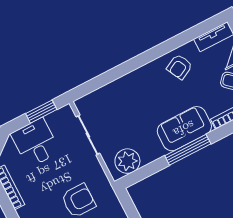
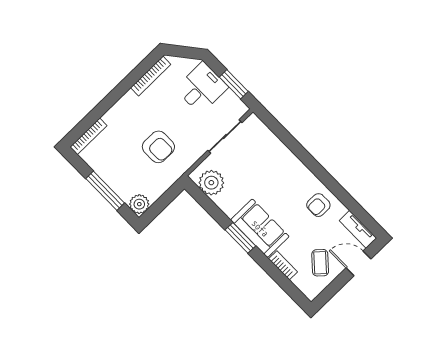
armchair: (180, 67) -> (318, 205), turned -63
window: (188, 150) -> (240, 238), width x0.69

